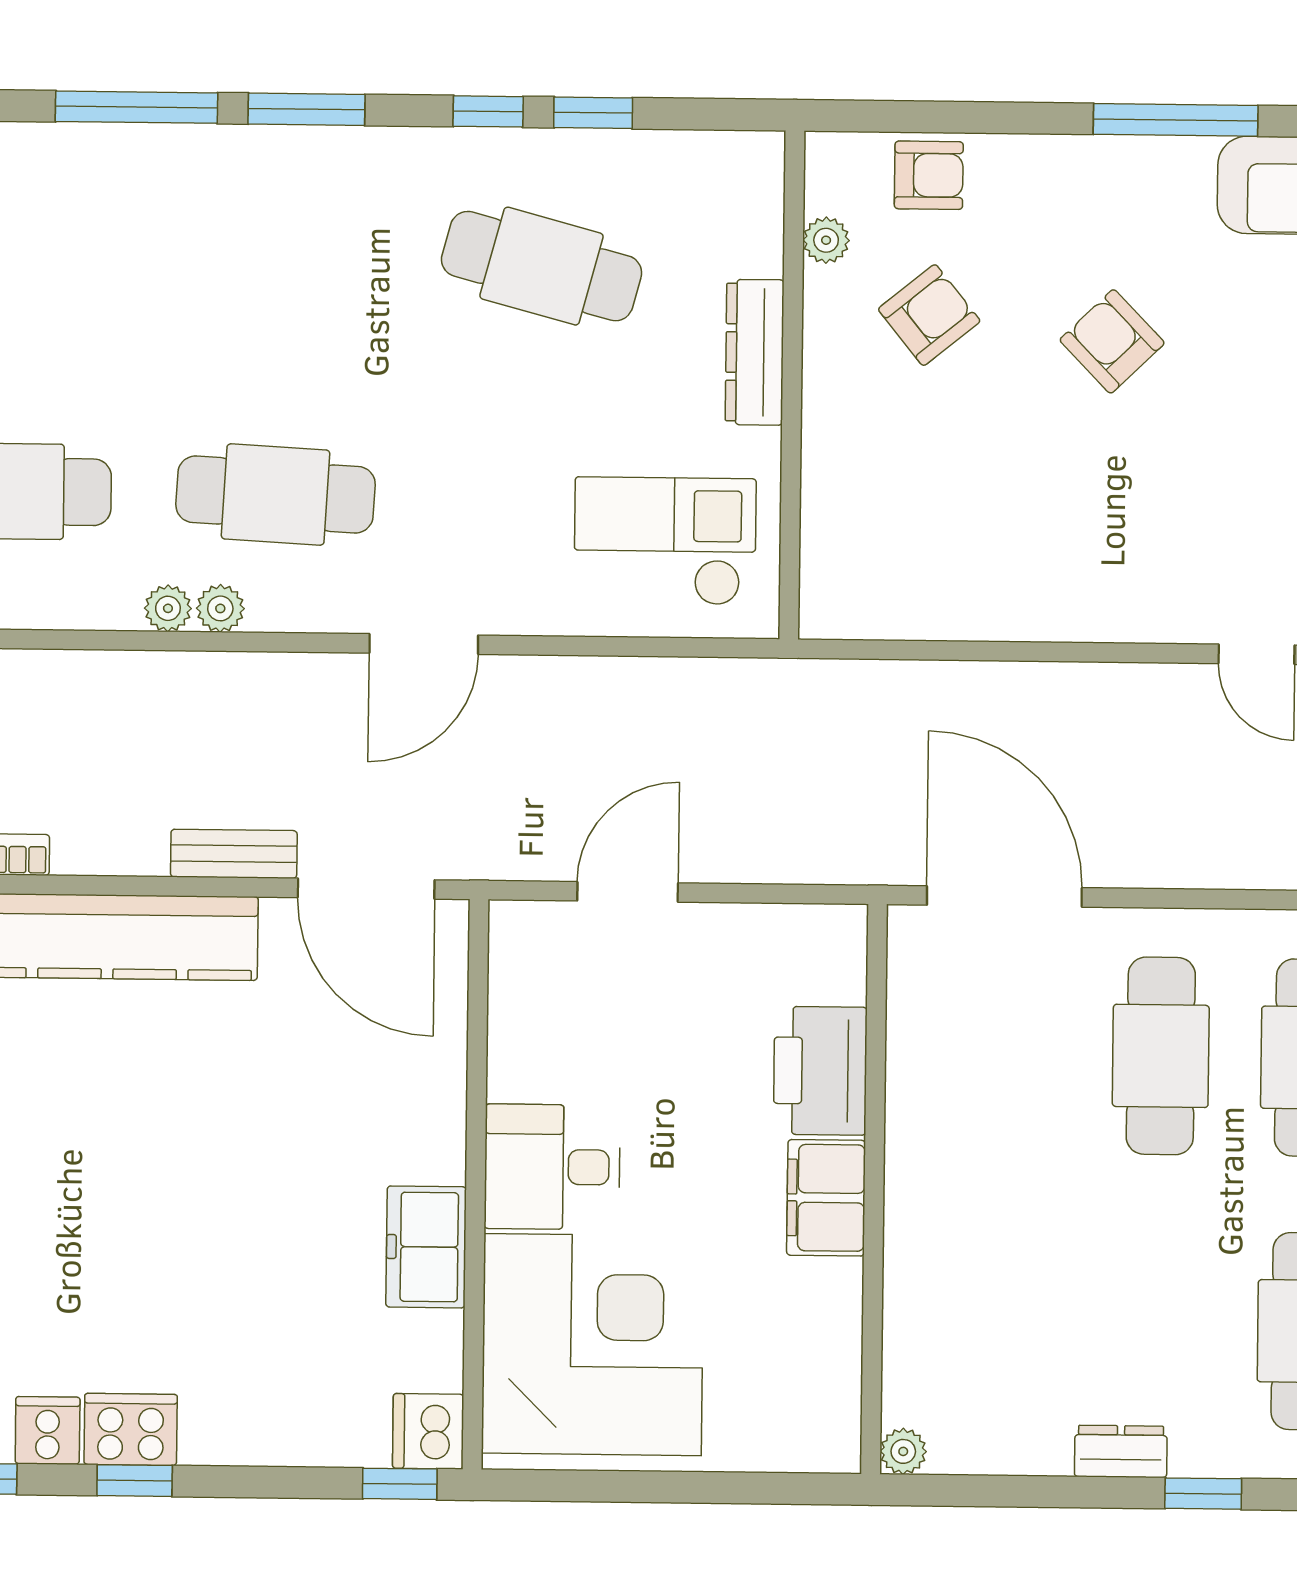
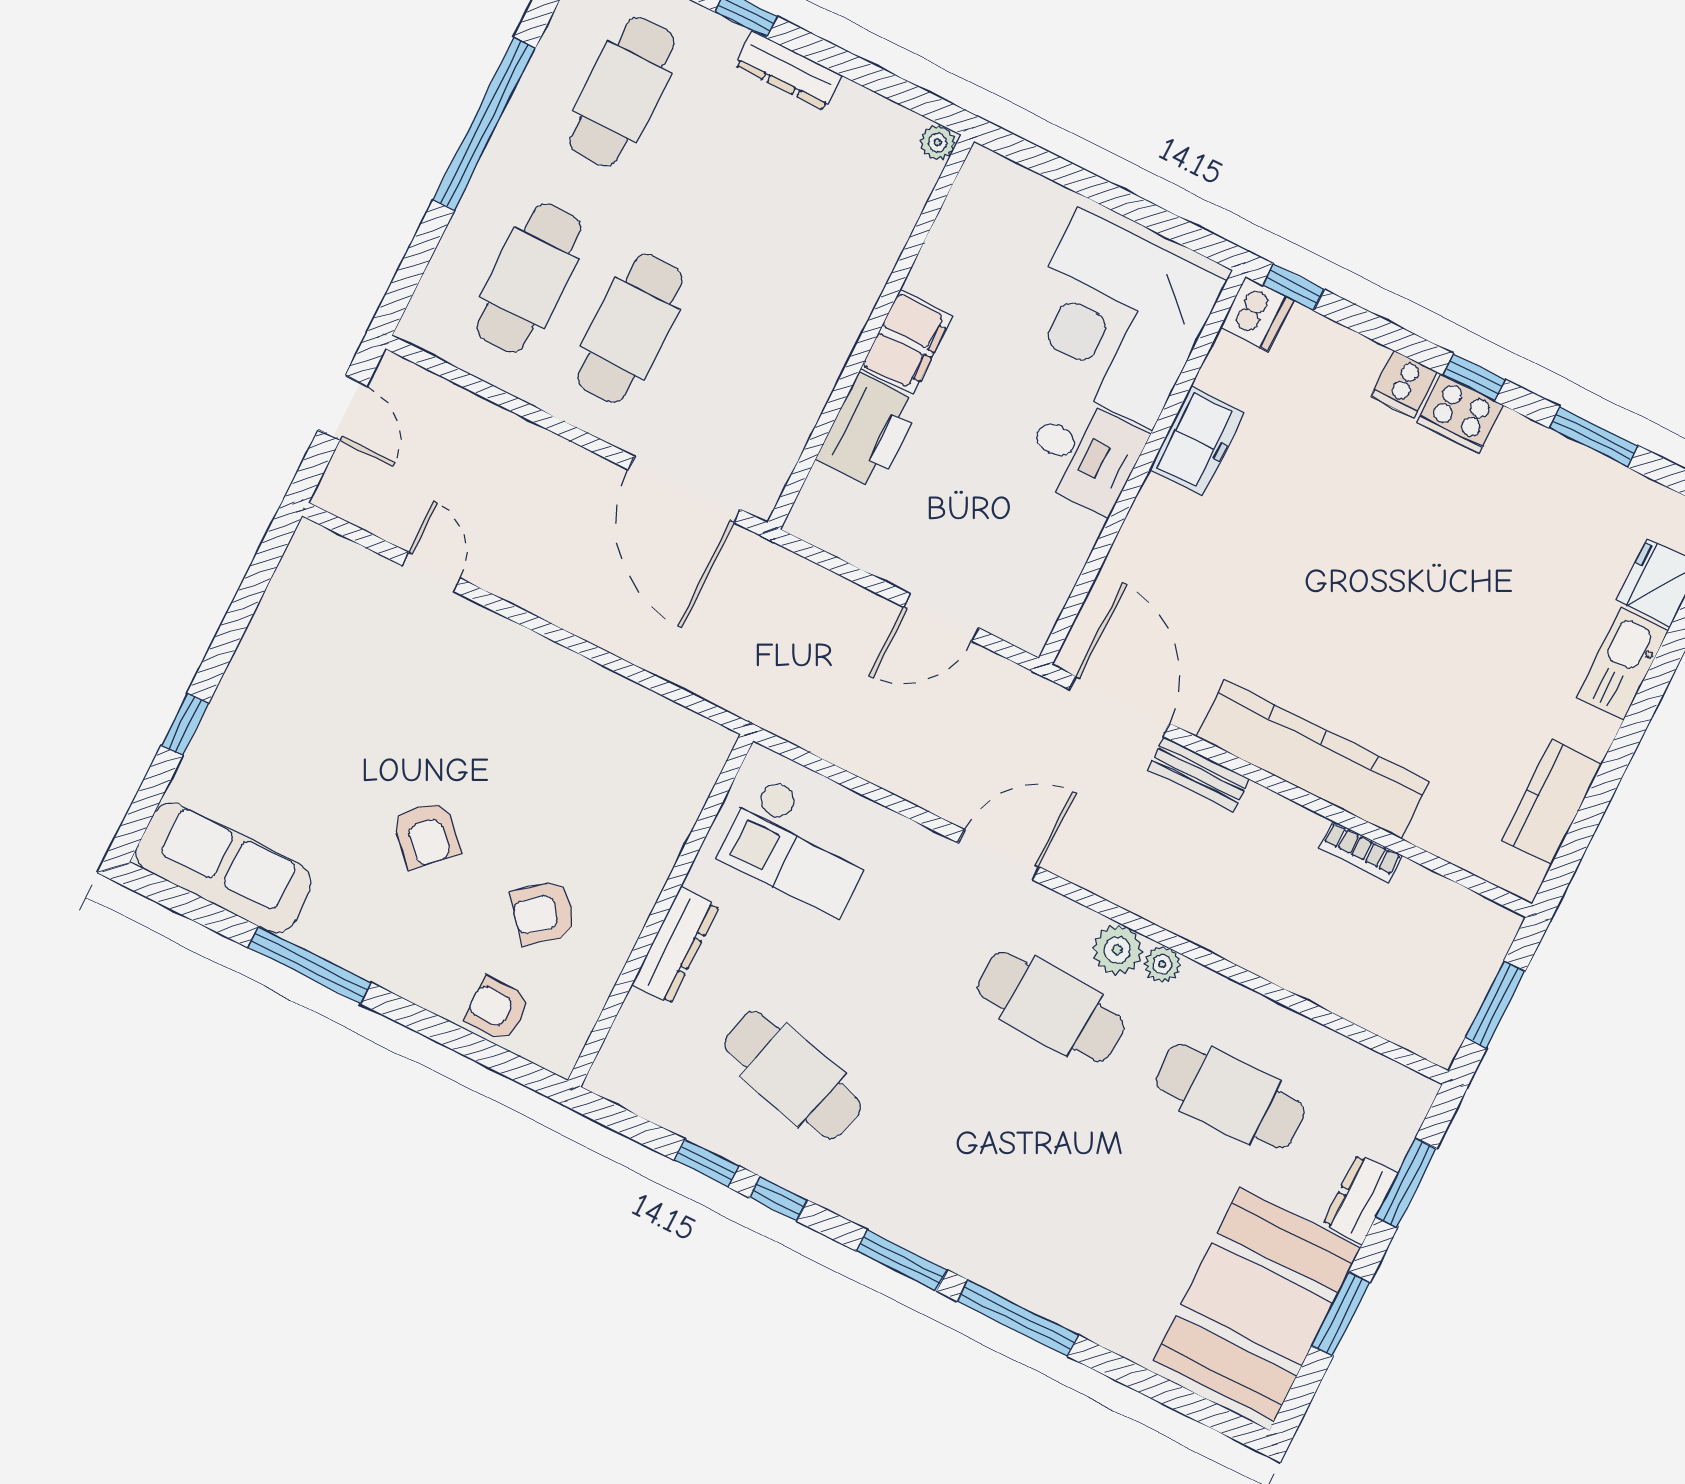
plant: (826, 240) -> (589, 998), removed
plant: (220, 608) -> (1117, 950), width x1.38, depth x1.38
cooker: (48, 1430) -> (1404, 384), moved
dresser: (1121, 1451) -> (788, 70), width x1.44

